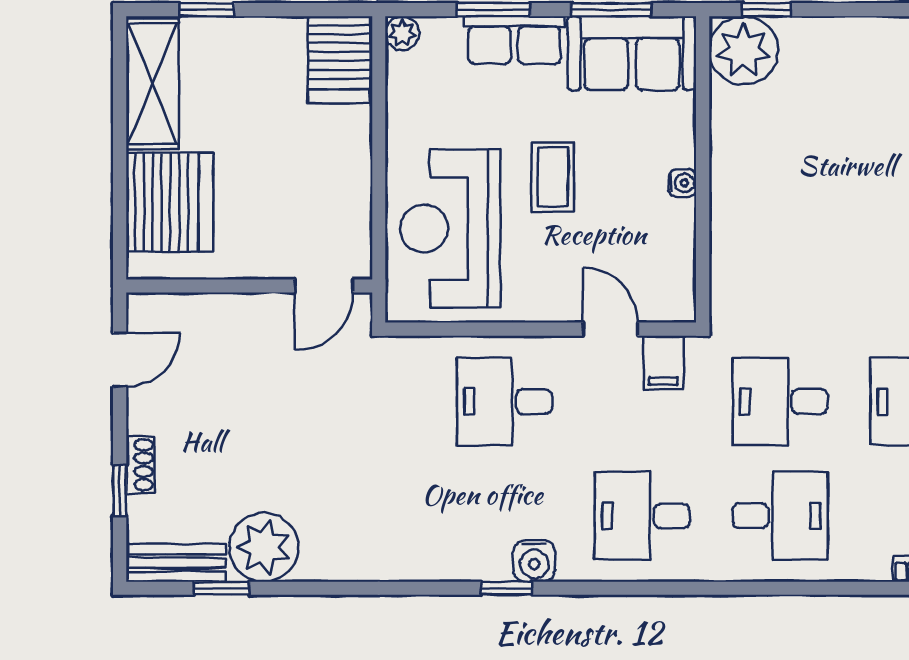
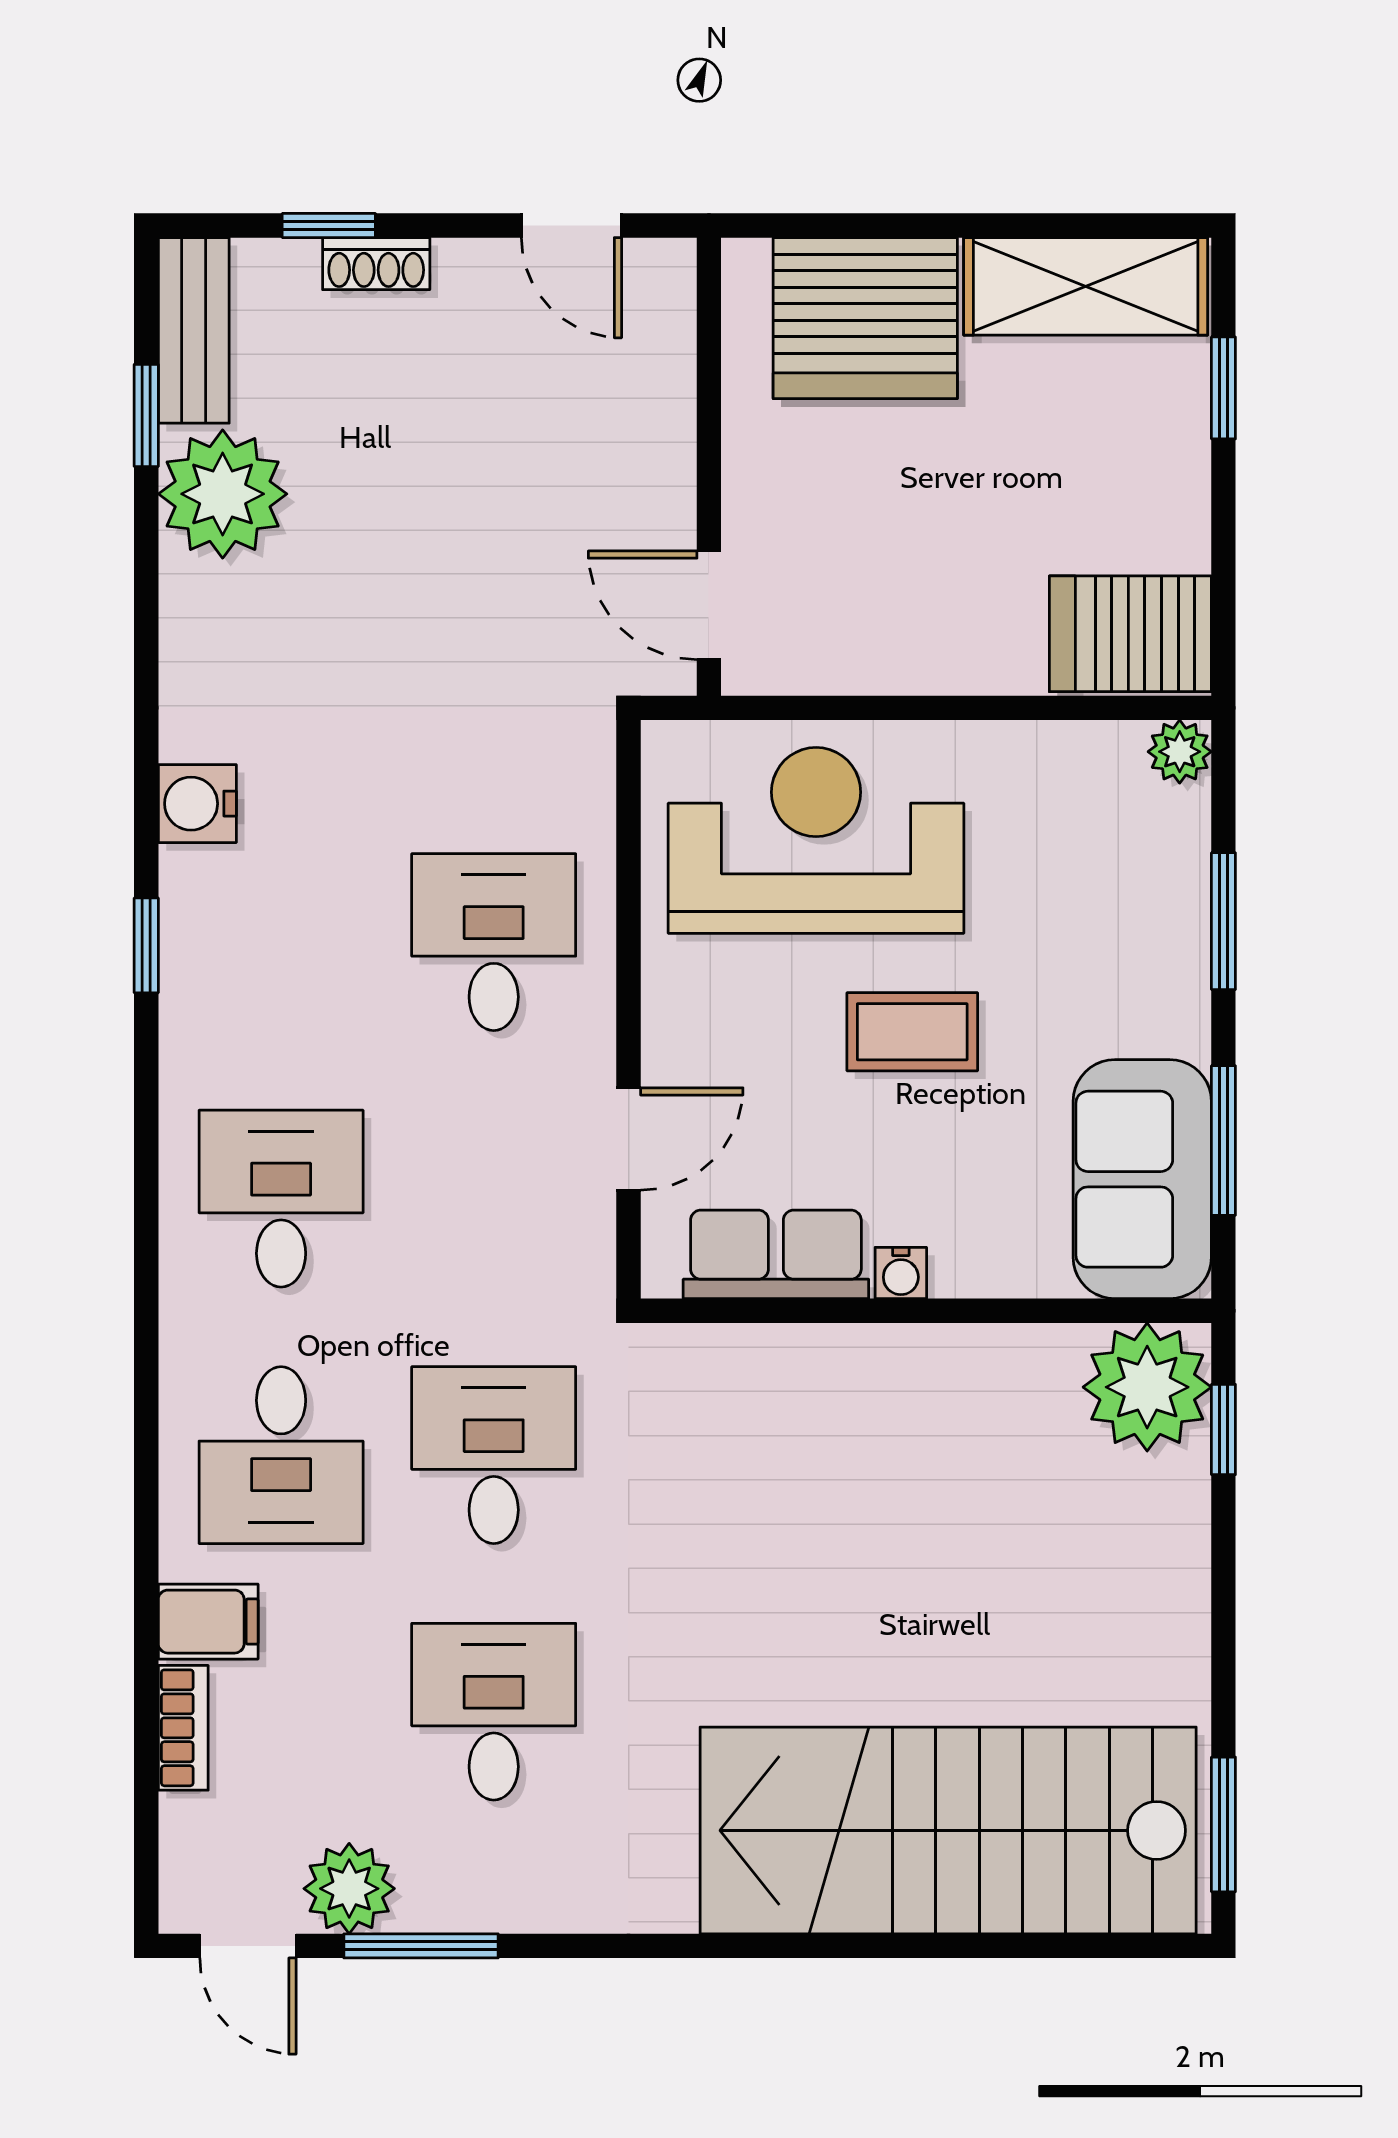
row of seats: (514, 40) -> (776, 1254), moved, turned 90
filing cabinet: (664, 362) -> (208, 1622), moved, turned 180
water cooler: (534, 561) -> (197, 804), moved

